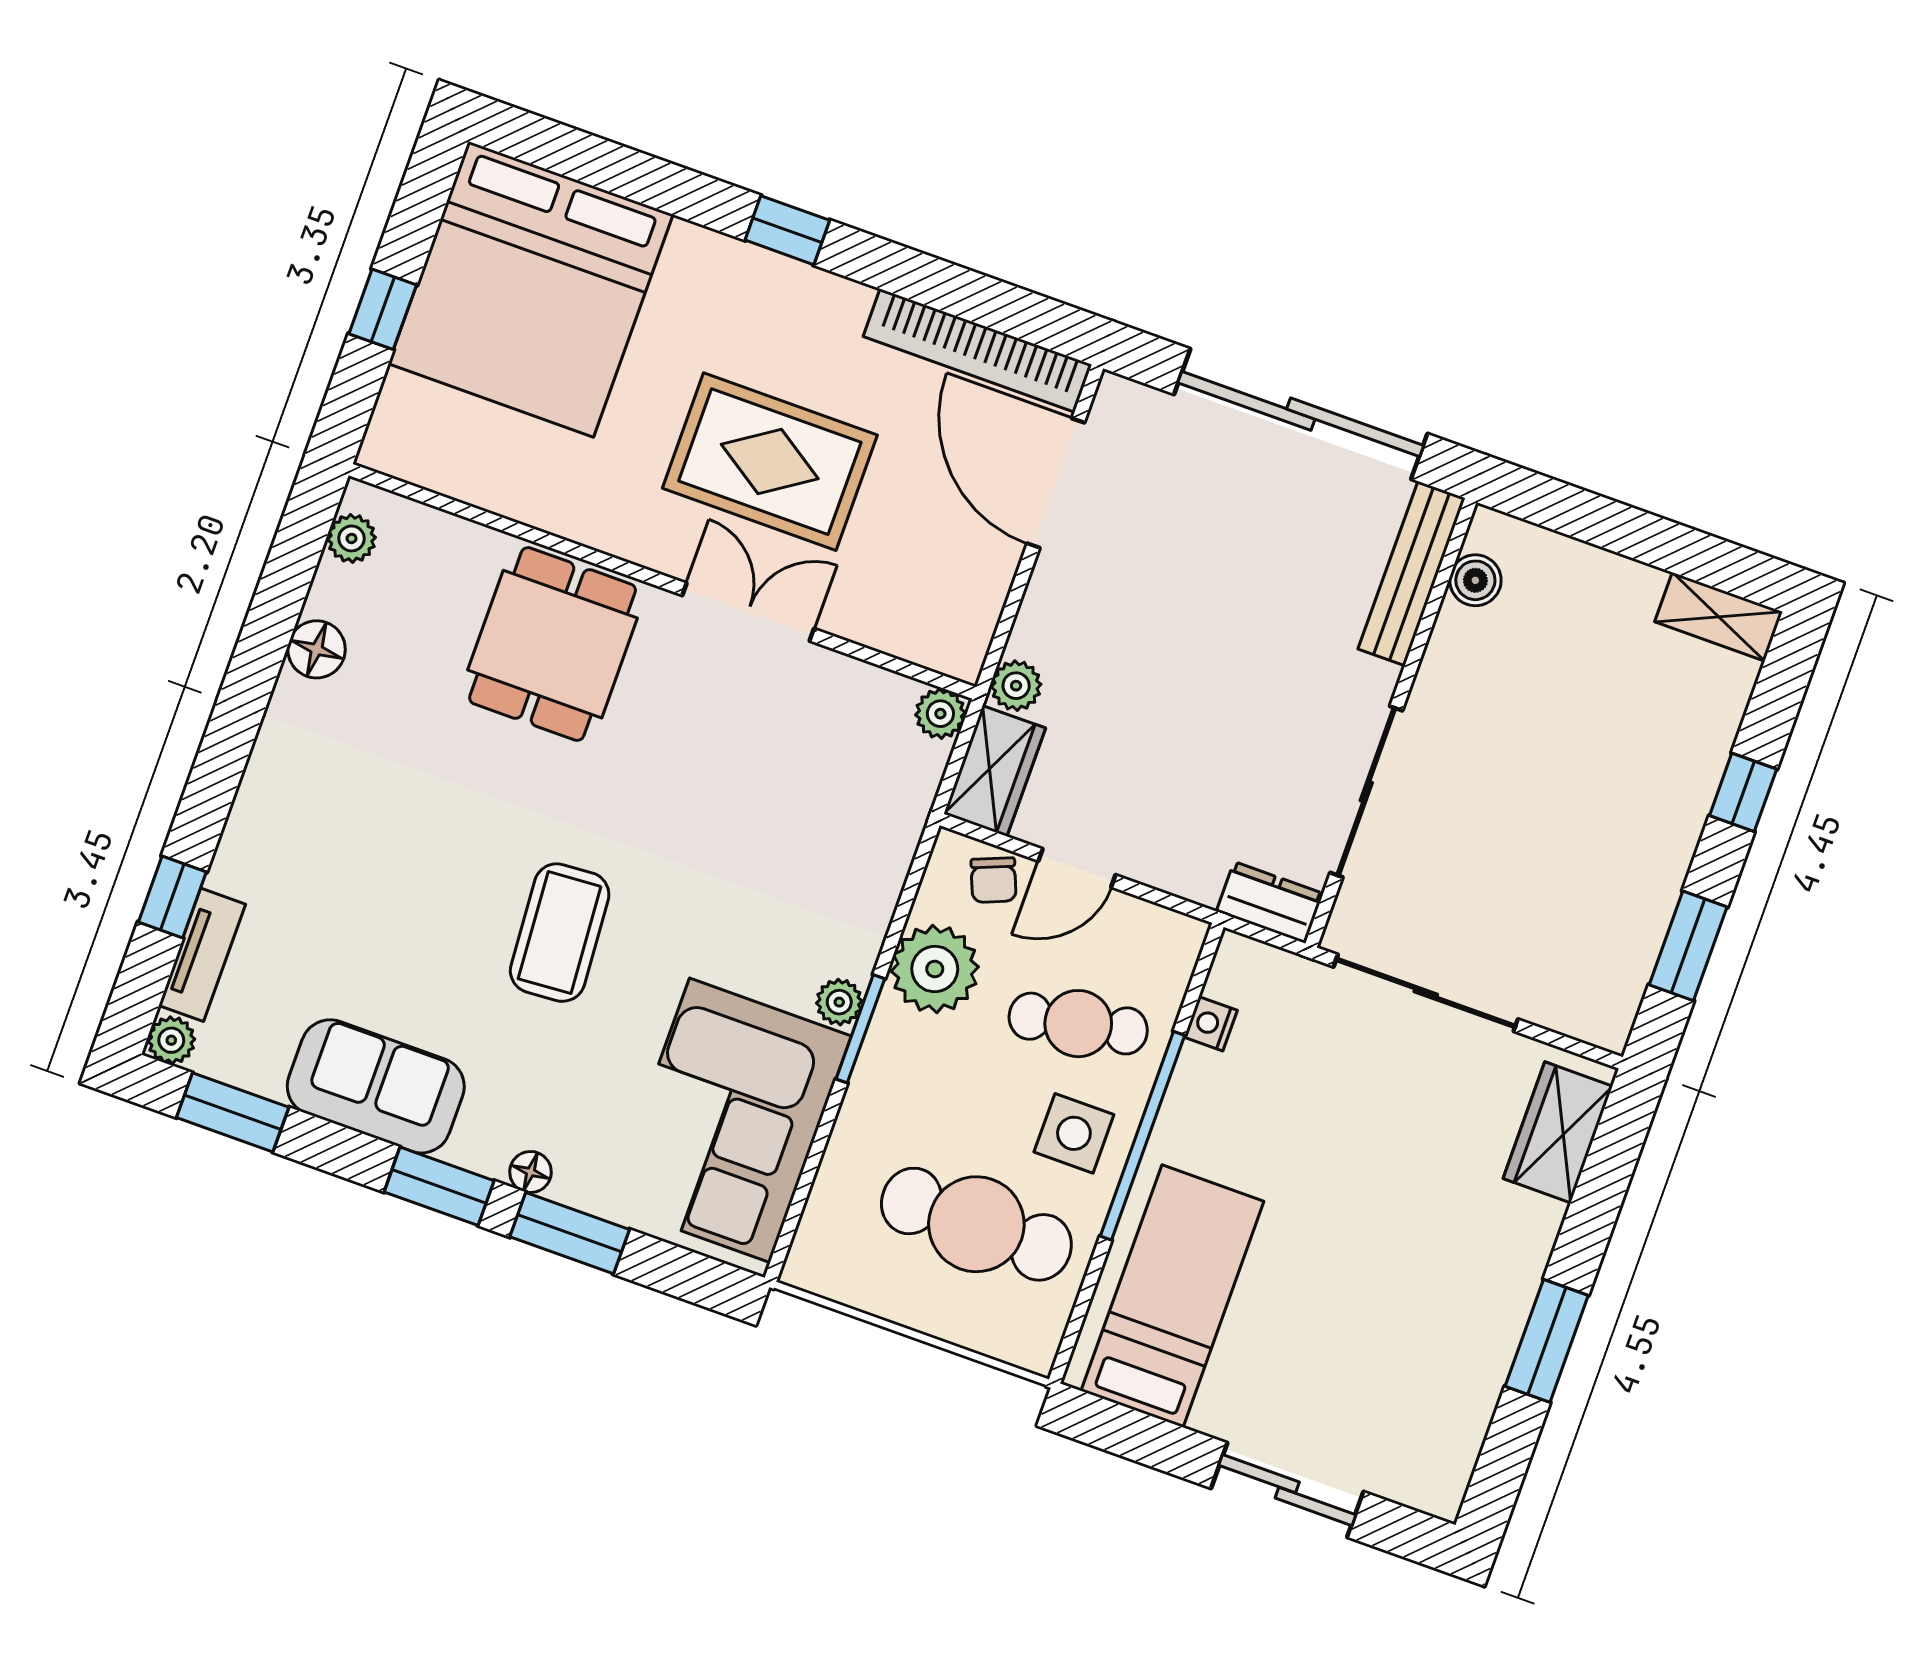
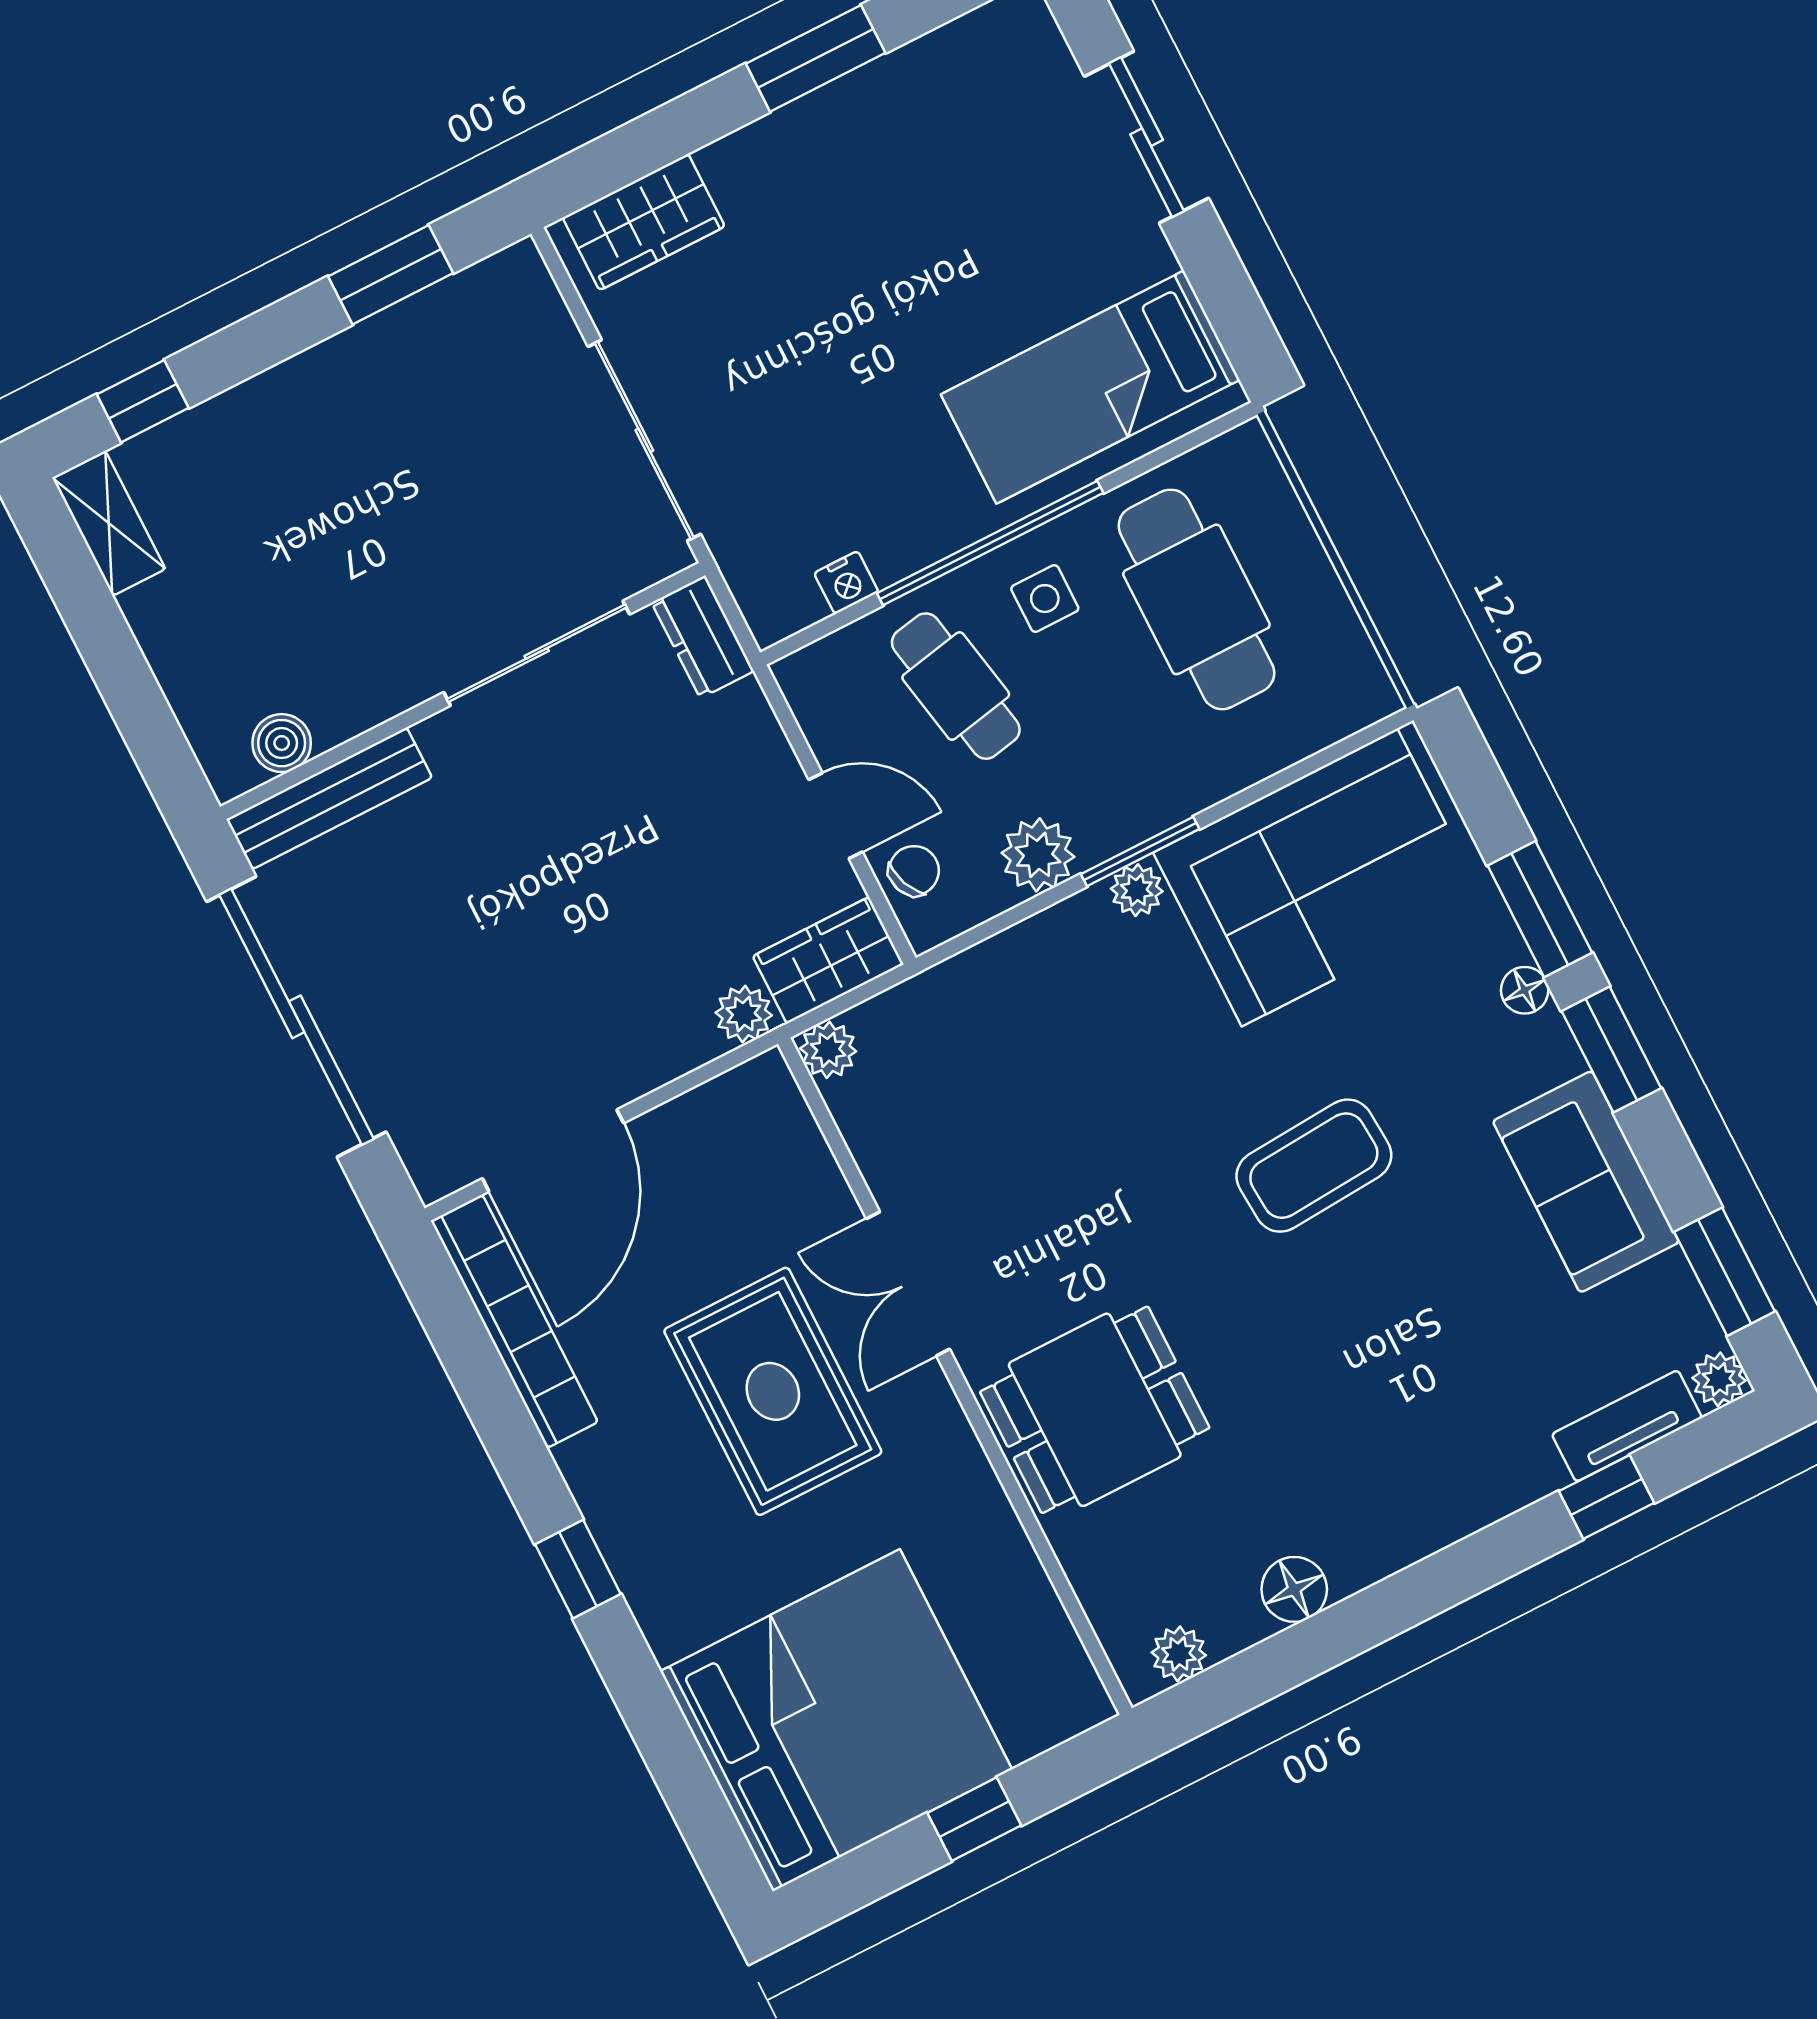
window: (1743, 792) -> (143, 401), moved
plant: (935, 969) -> (1038, 855), width x0.73, depth x0.73
side table: (1074, 1133) -> (1045, 599), width x0.73, depth x0.73

